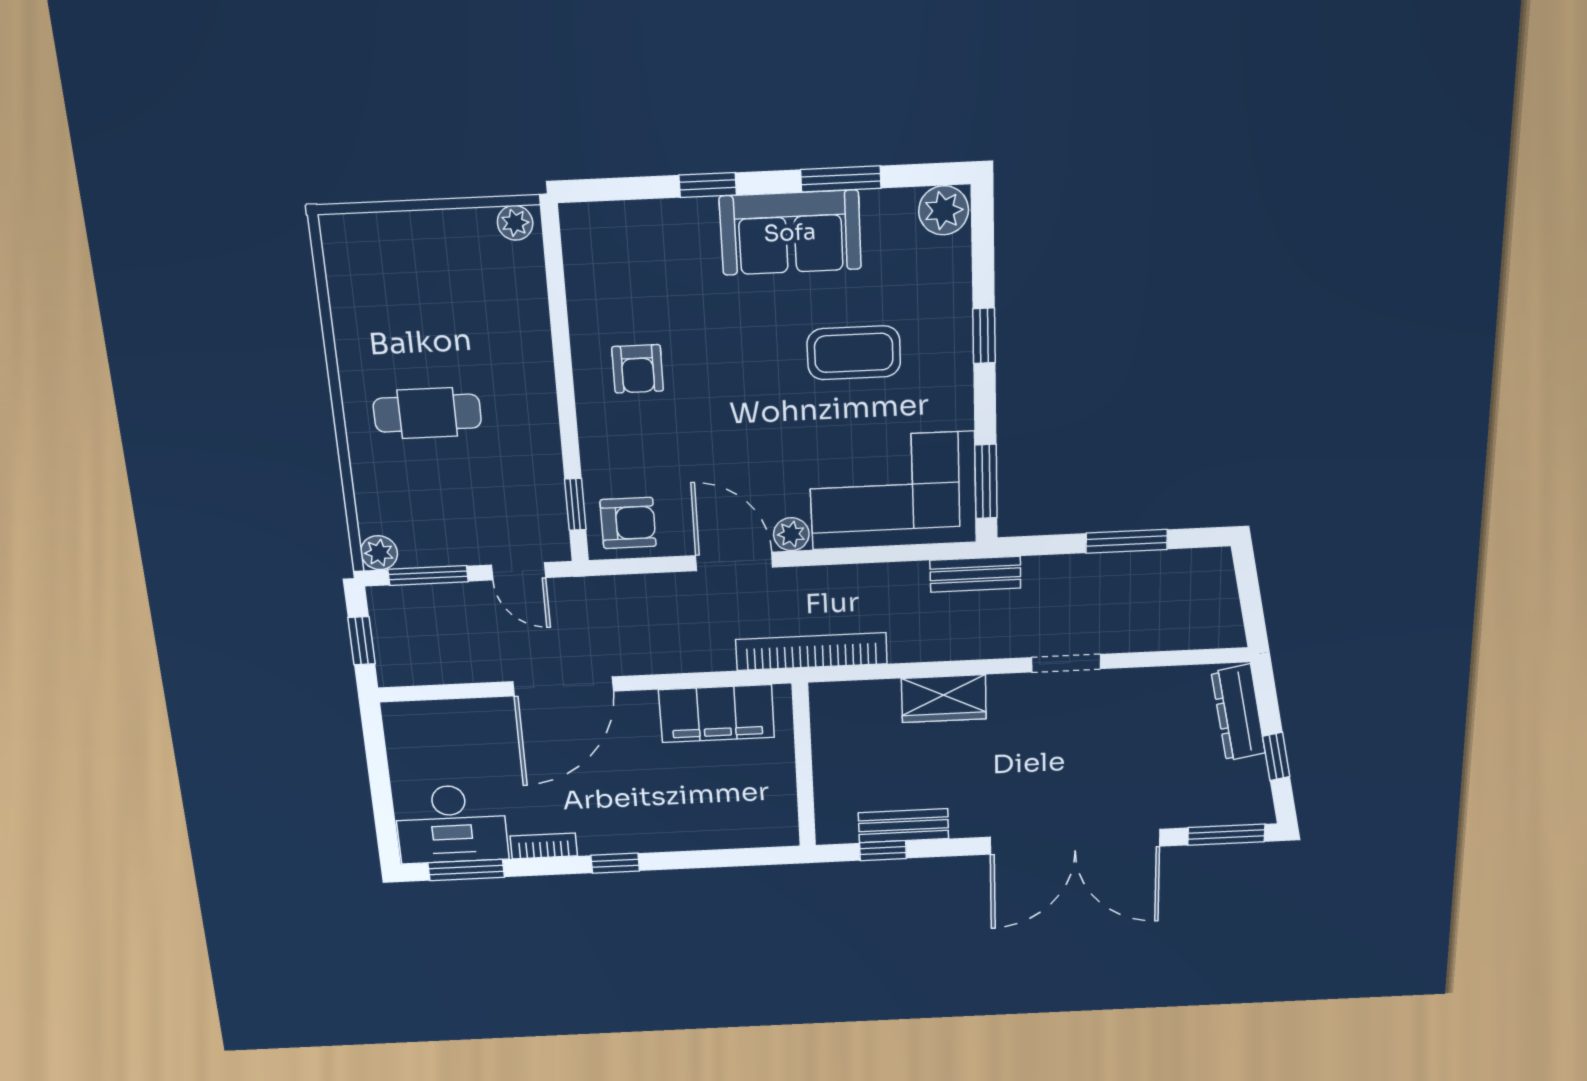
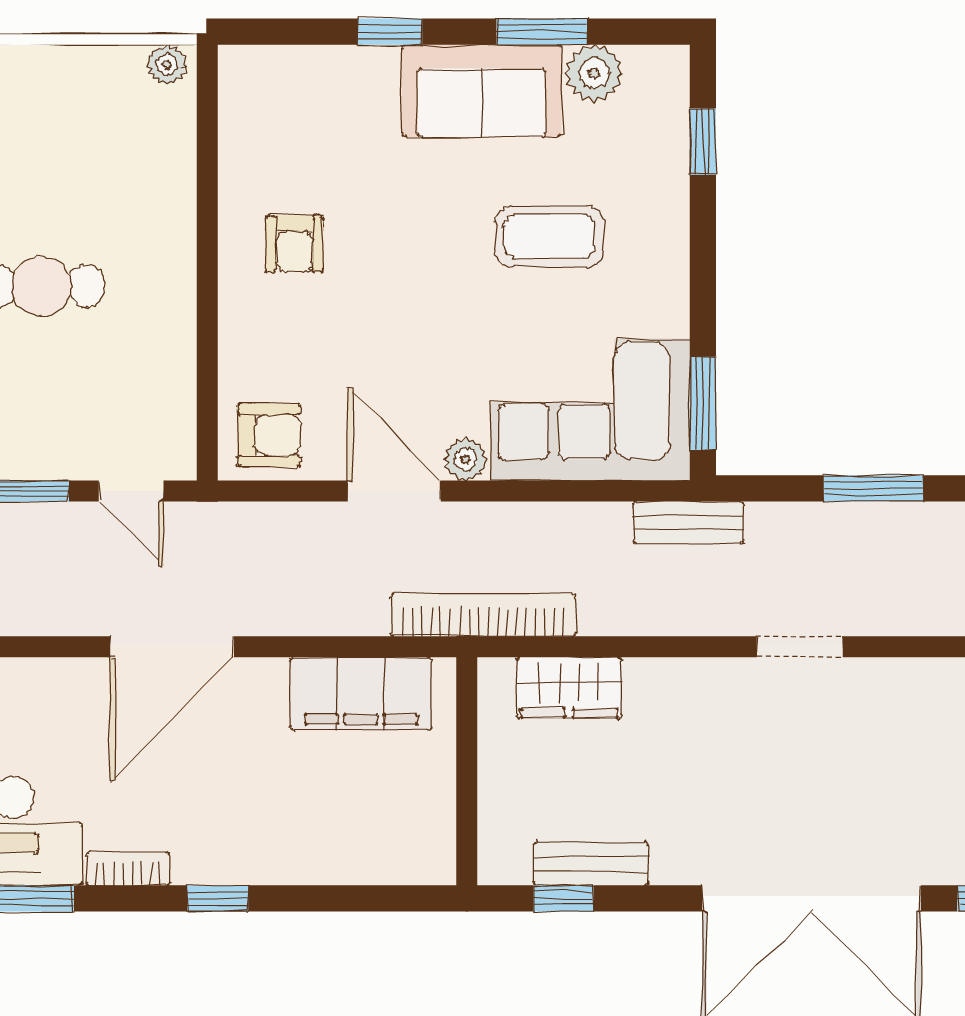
plant: (944, 210) -> (594, 73), moved
window: (984, 336) -> (703, 142), moved
window: (575, 504) -> (207, 408), removed
wardrobe: (944, 699) -> (569, 688), moved

